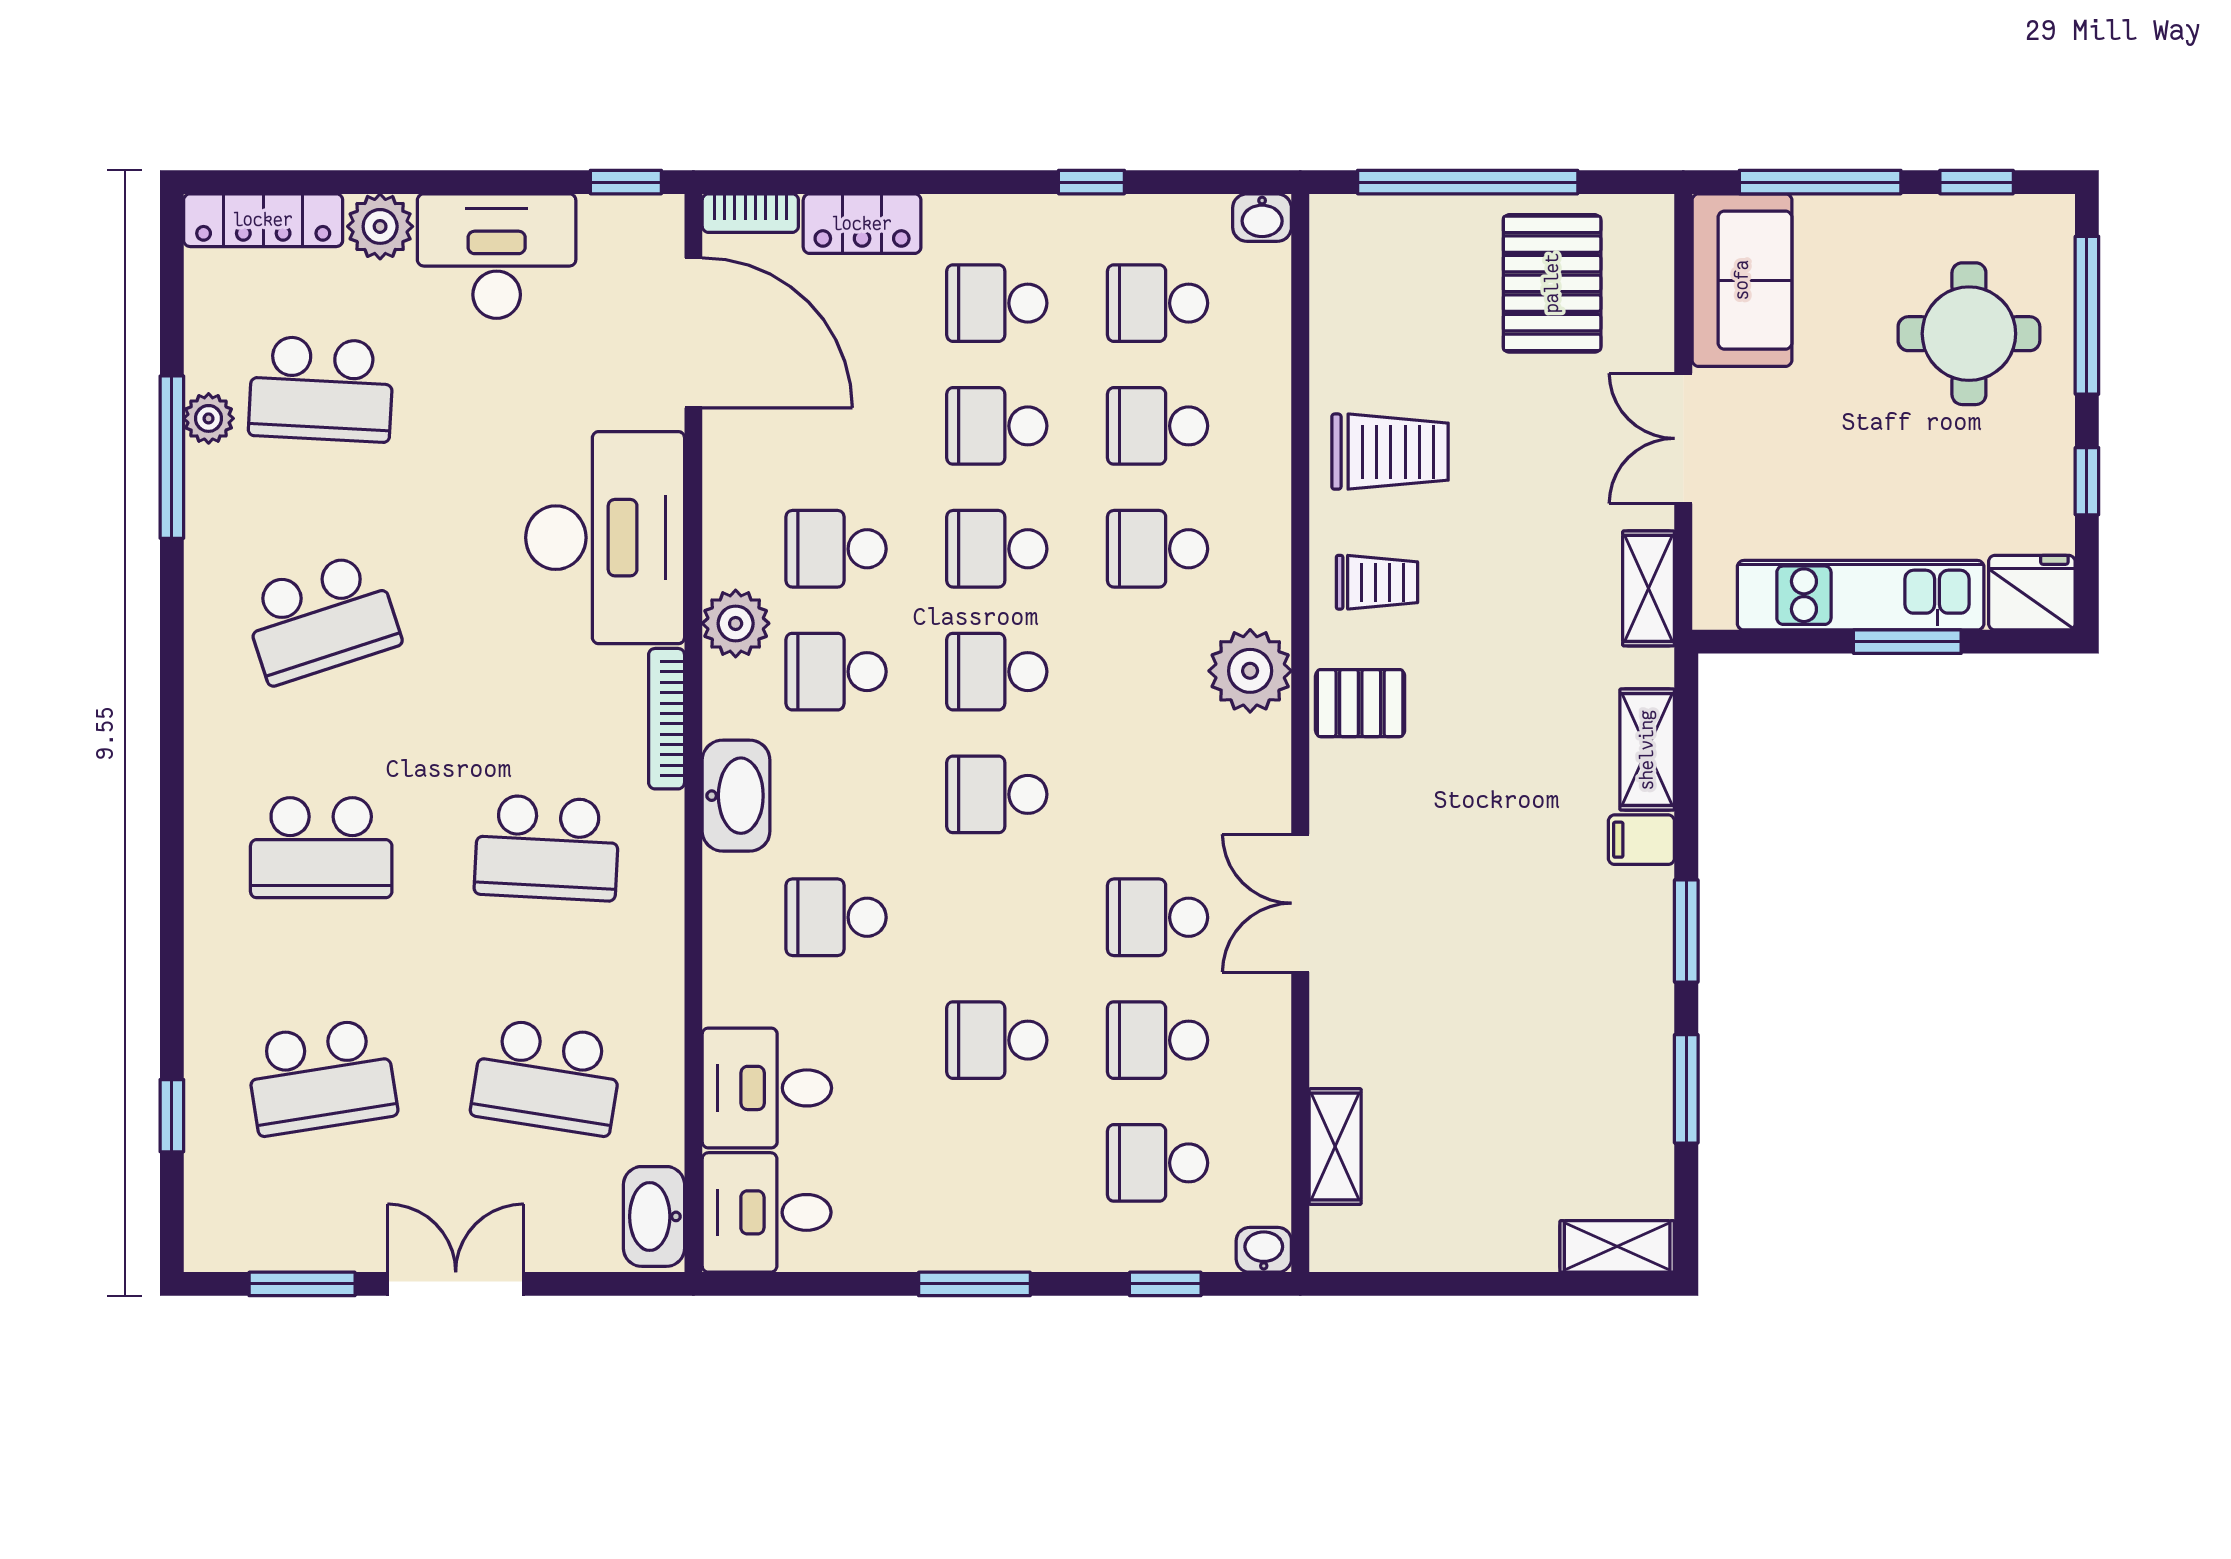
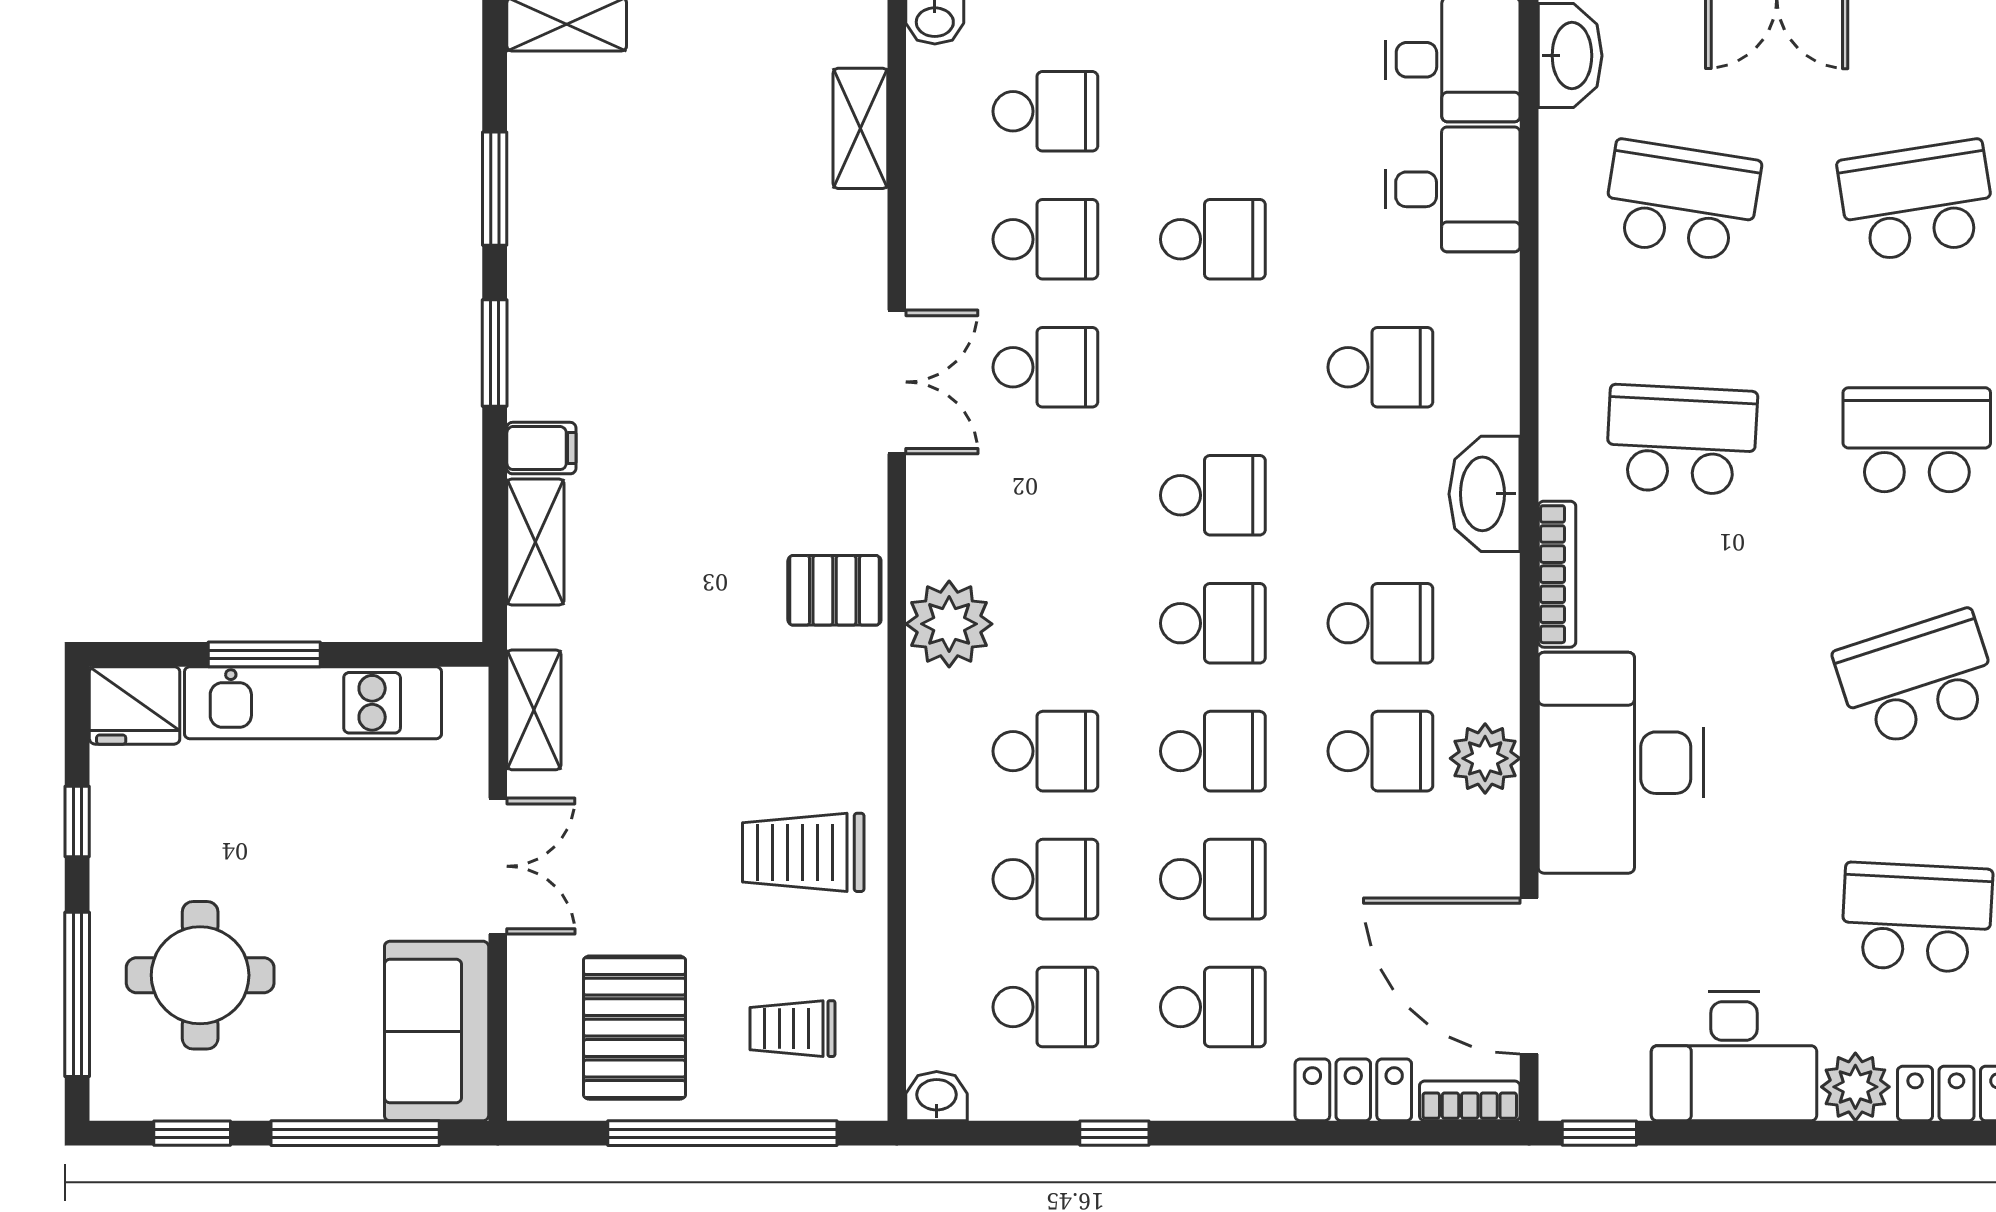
trolley: (1377, 582) -> (792, 1029), moved
plant: (736, 623) -> (1485, 758), moved

